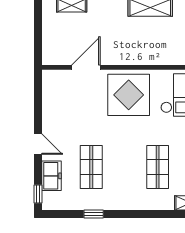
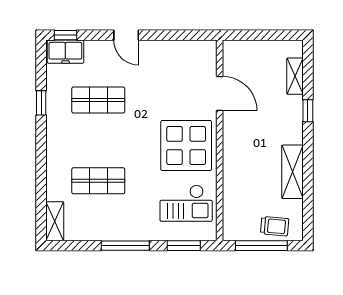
door: (38, 144) -> (126, 35), hinge flipped
freezer: (52, 176) -> (65, 52), moved

